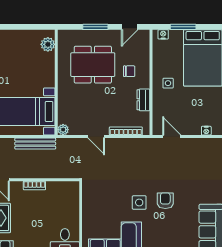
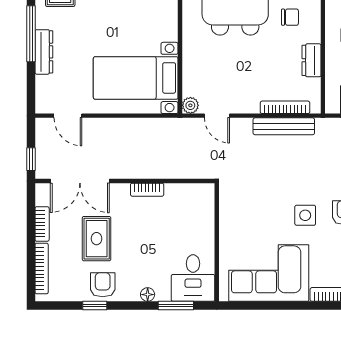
door: (96, 137) -> (217, 116), moved
bench: (35, 144) -> (284, 126), moved

